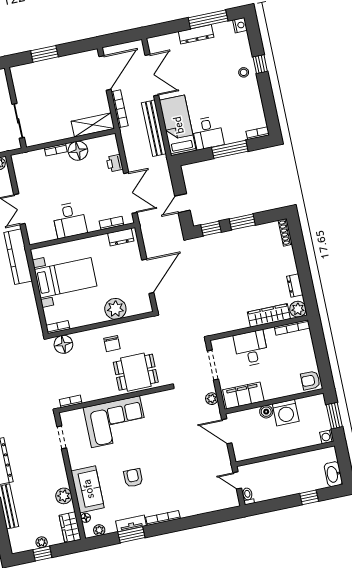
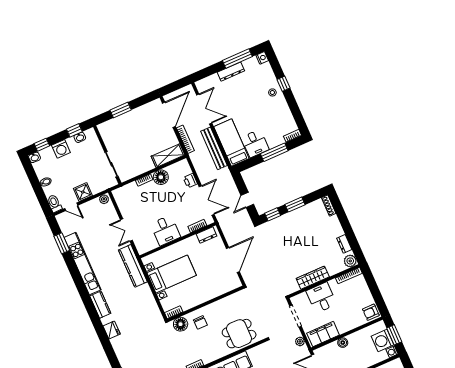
plant: (115, 309) -> (214, 289), removed
wardrobe: (269, 315) -> (313, 278), moved
chair: (112, 344) -> (200, 322), moved
washing machine: (286, 413) -> (383, 341), moved, turned 90

